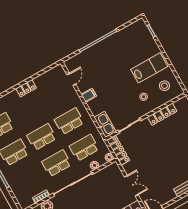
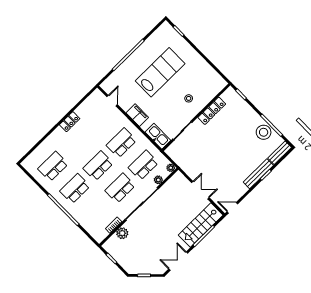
lab bench: (149, 68) -> (160, 72), moved, width x1.36, depth x1.39
stool: (164, 86) -> (206, 82), removed
filing cabinet: (89, 95) -> (137, 115), width x2.00
locker: (118, 150) -> (178, 159), removed

